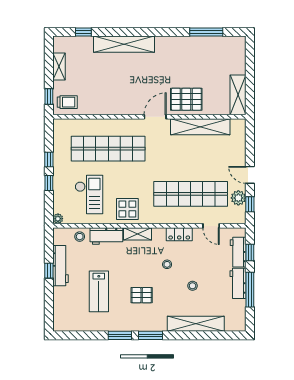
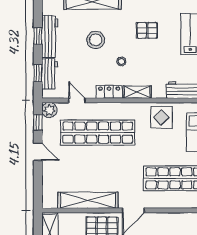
plant: (238, 198) -> (49, 110), moved
shelving: (137, 234) -> (137, 92), moved
workbench: (238, 283) -> (50, 37), width x1.38
stool: (193, 286) -> (96, 40), width x1.89, depth x1.89
window: (250, 290) -> (38, 36), width x0.46

